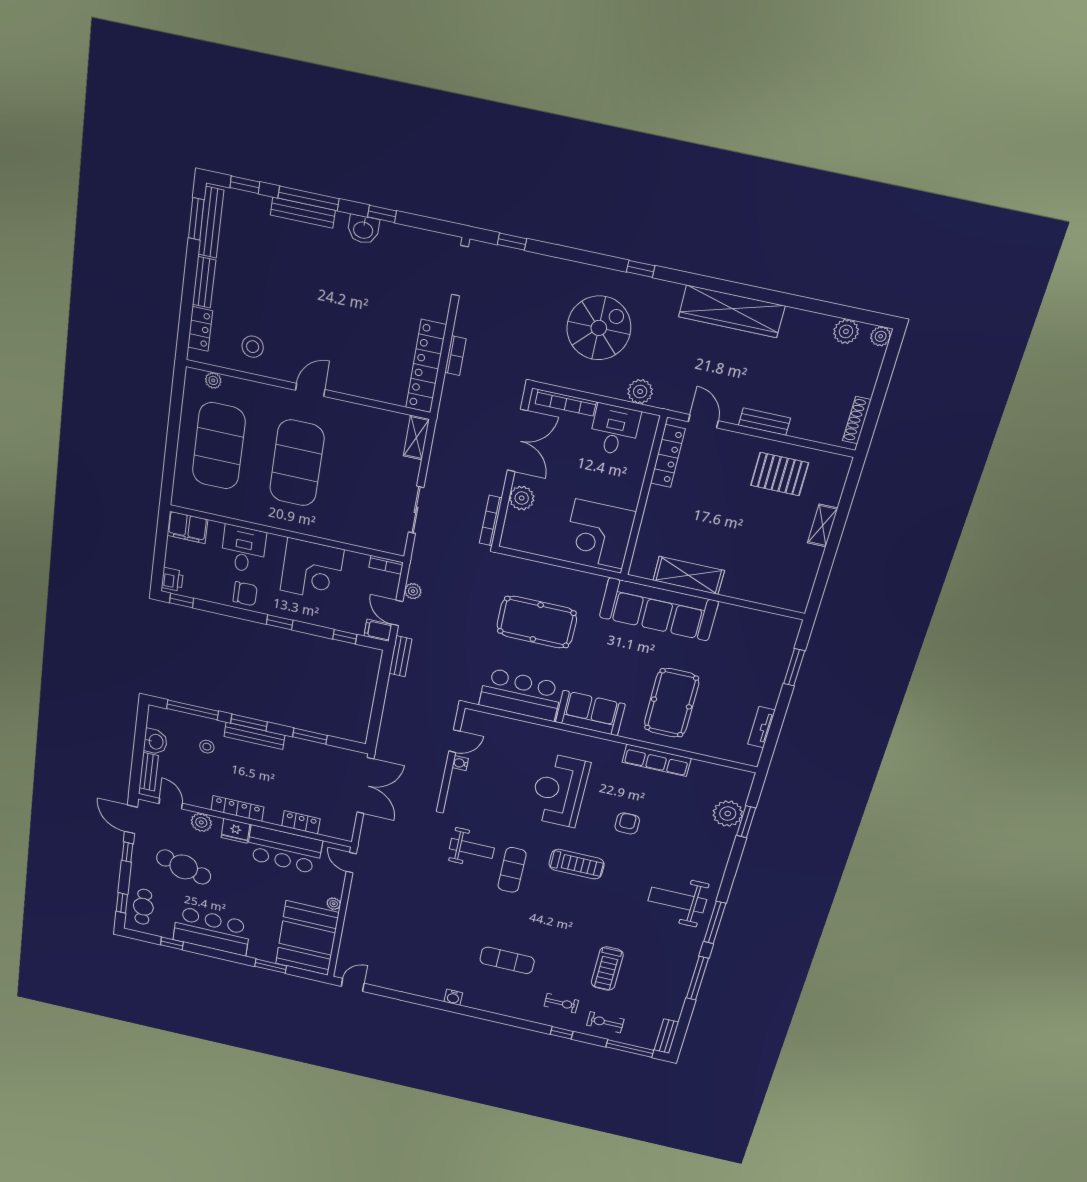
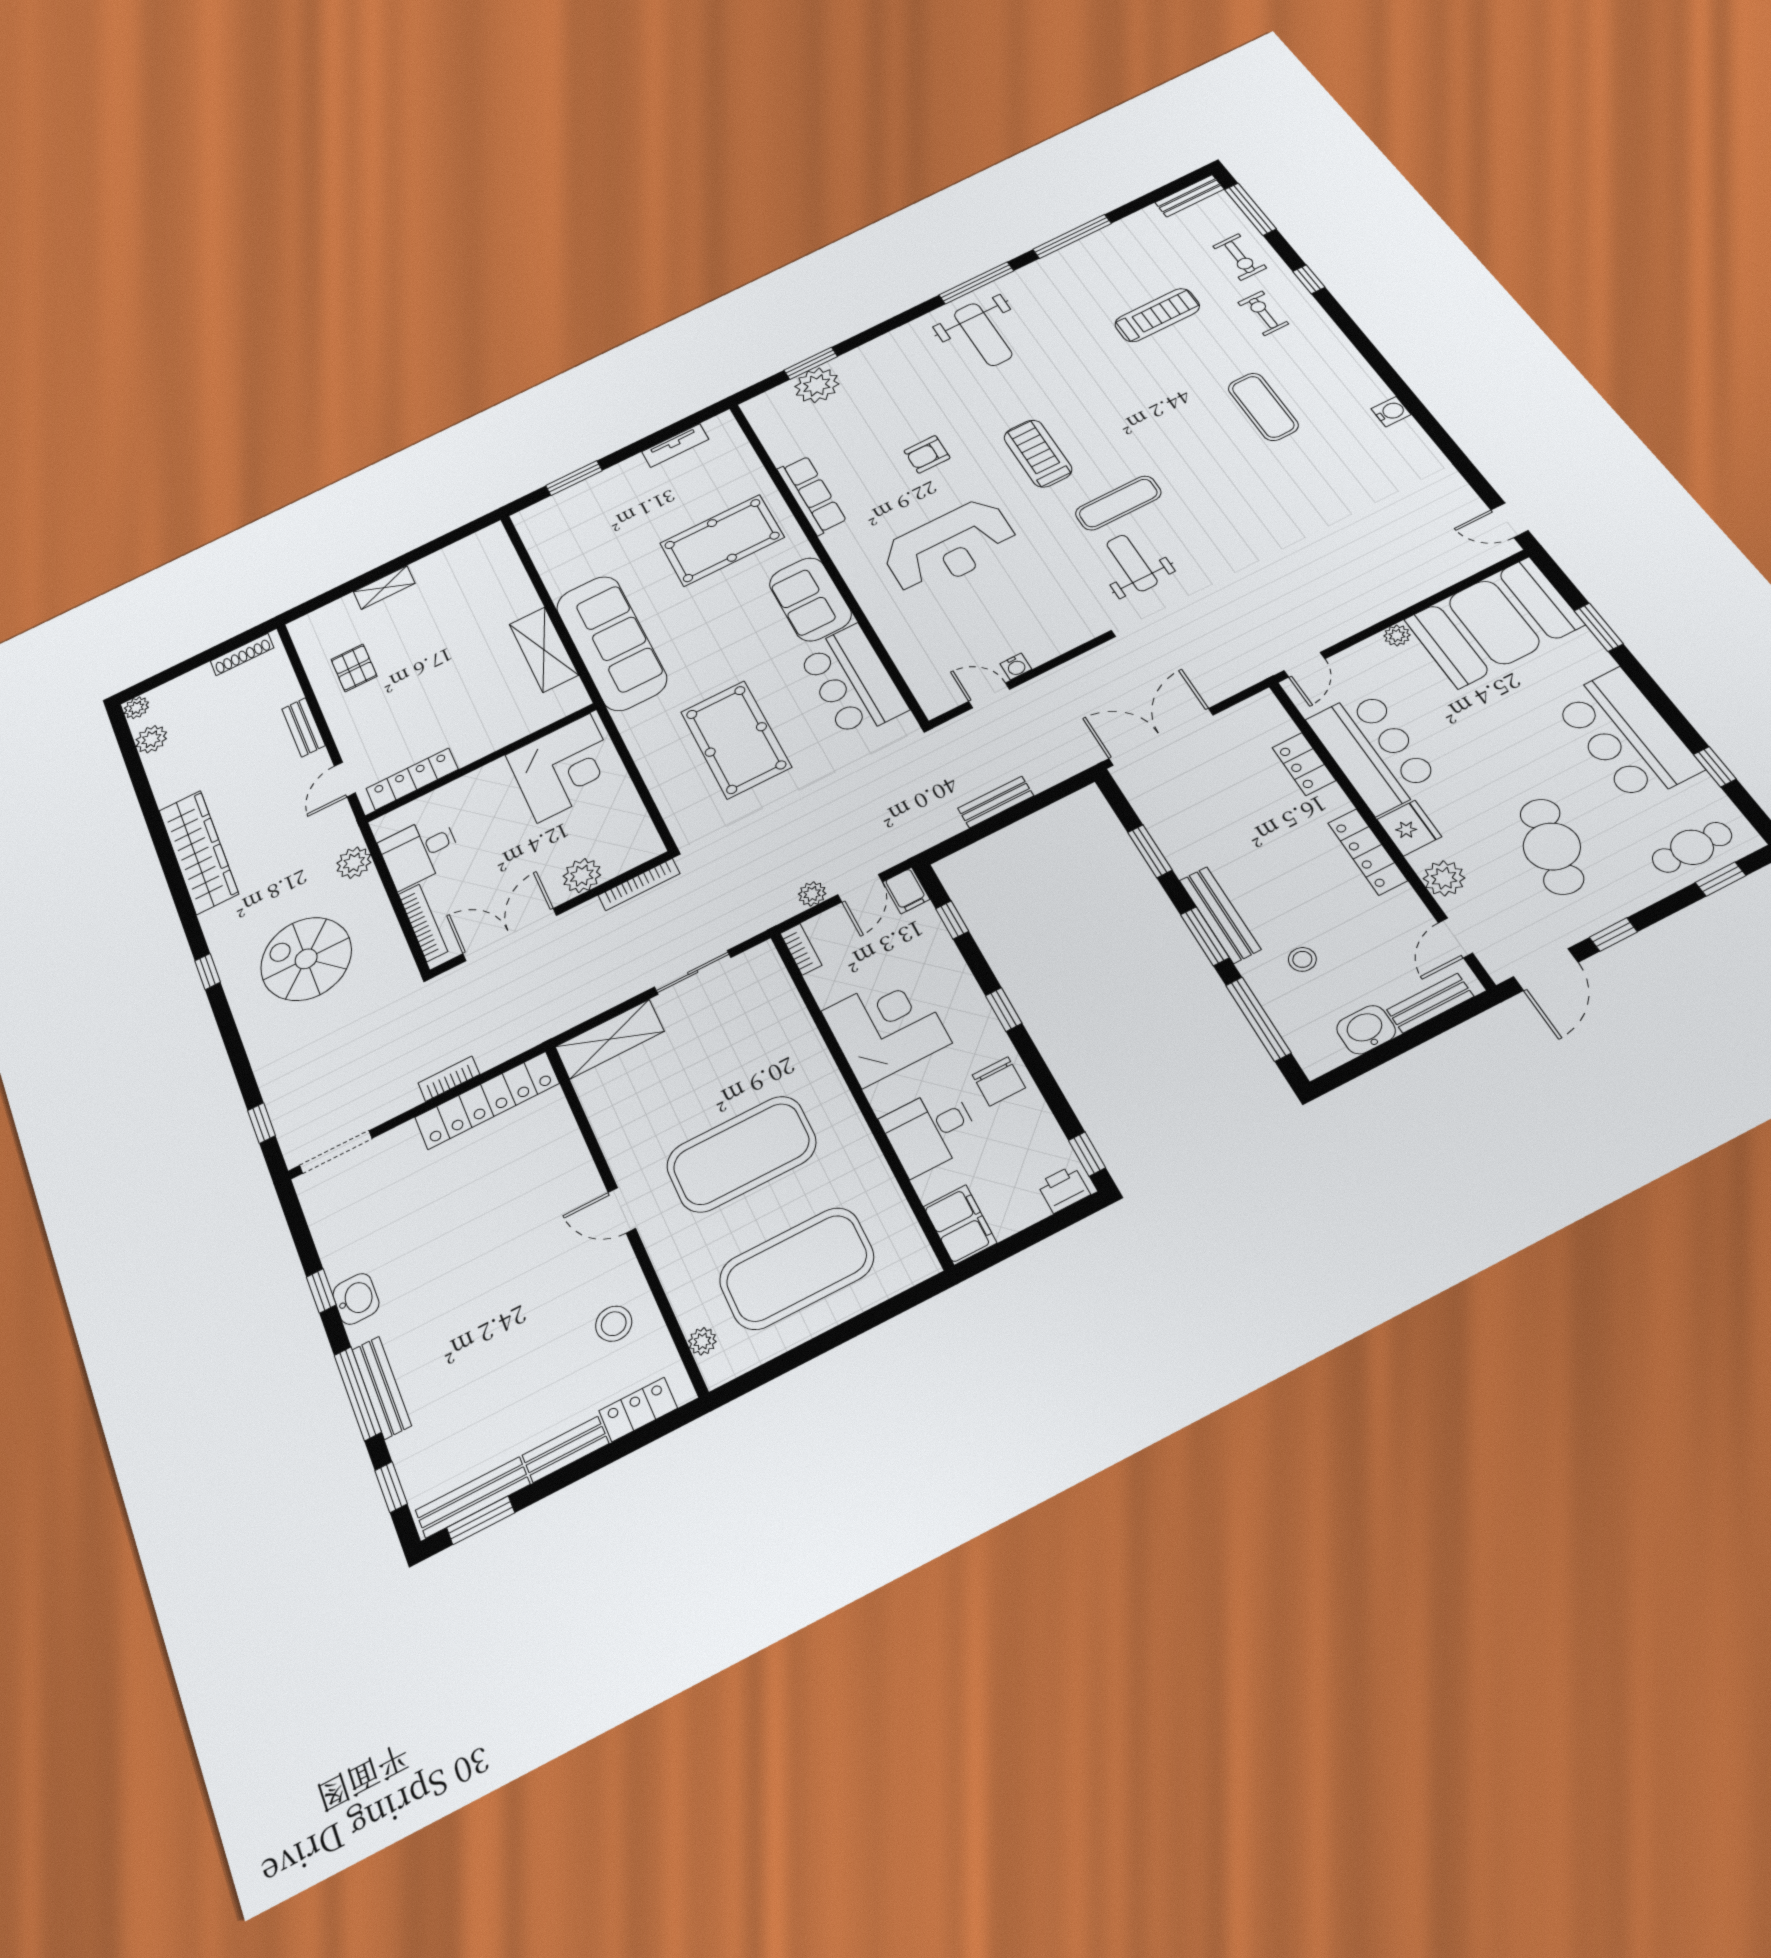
shelving: (416, 438) -> (610, 1039), width x1.50, depth x1.33
pallet: (780, 474) -> (354, 668), width x0.67, depth x0.71
chair: (245, 594) -> (999, 1081), turned 180
bench: (400, 656) -> (996, 802), moved

